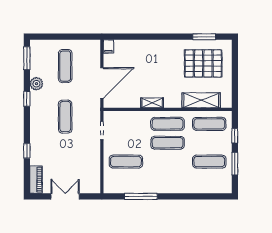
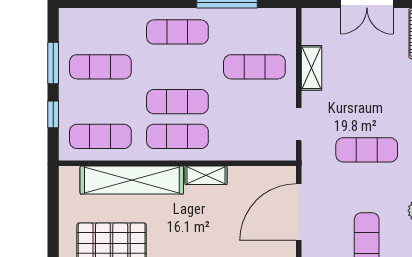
shelving: (201, 100) -> (132, 180), width x1.47
exercise mat: (65, 117) -> (367, 150), turned 90
shelving: (95, 161) -> (312, 68), added
exercise mat: (168, 180) -> (177, 32), added

